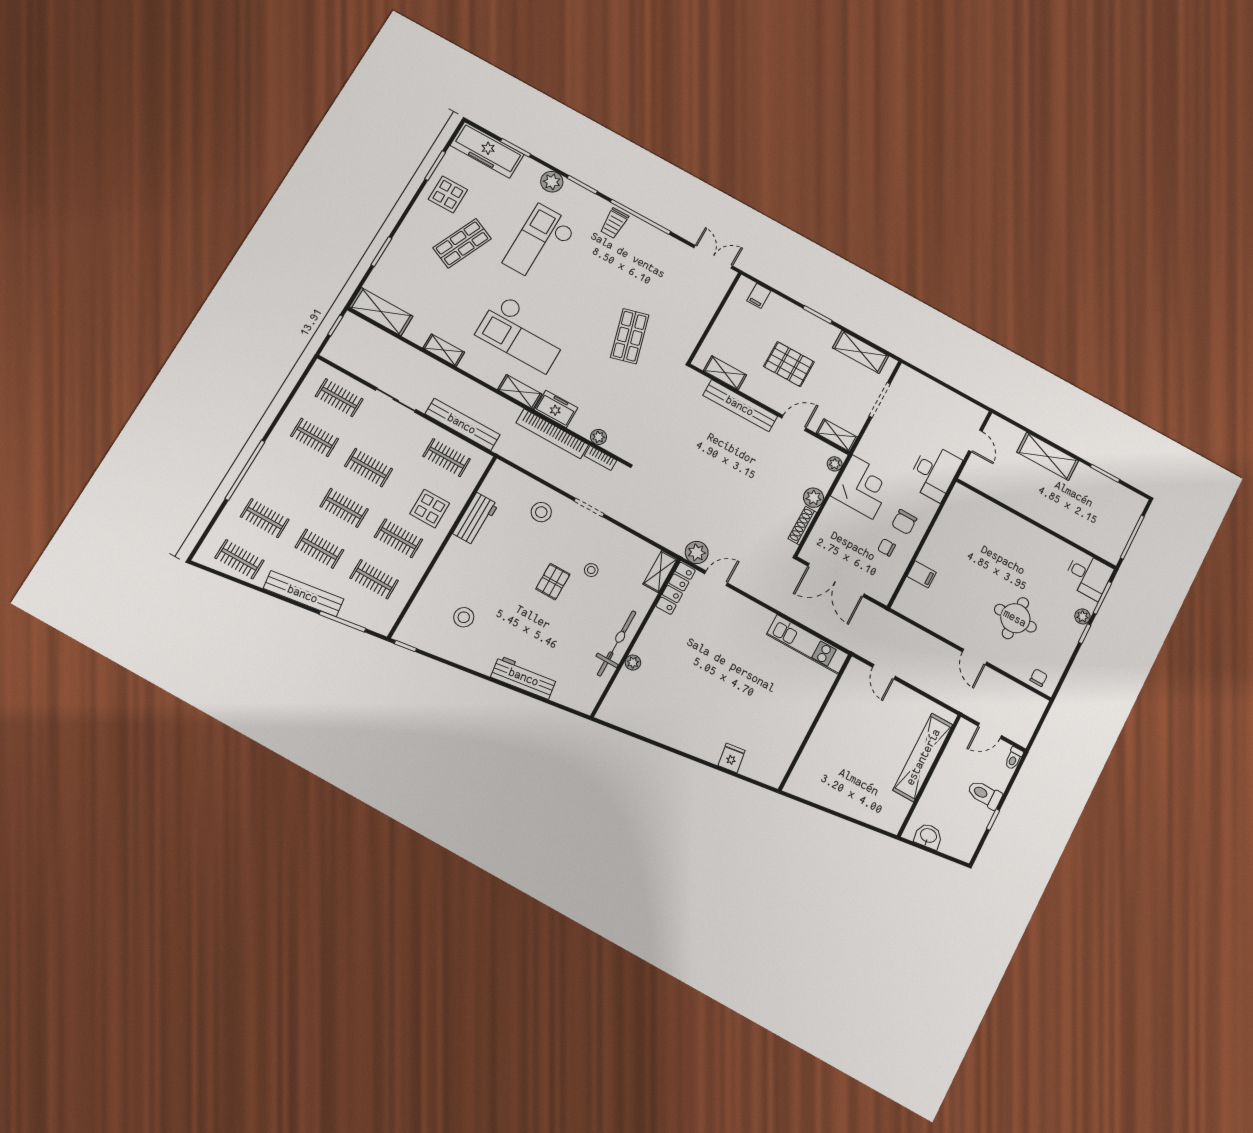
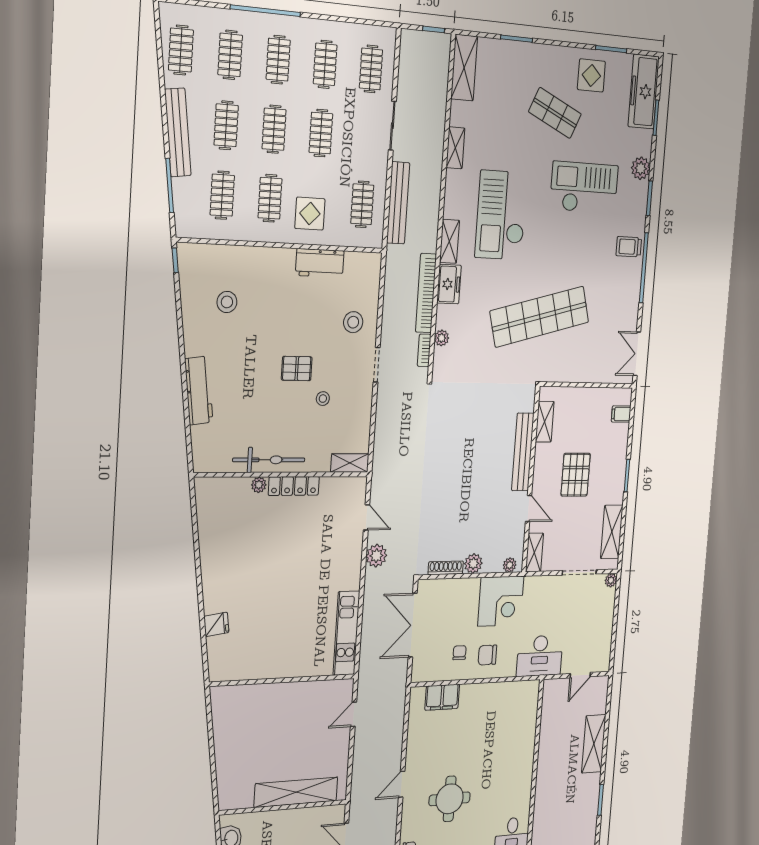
double door: (713, 257) -> (637, 354), swing flipped
shop shelf: (630, 336) -> (540, 317), width x2.00, depth x1.36
plant: (905, 372) -> (611, 580), added
clothes rail: (290, 478) -> (278, 60), added
plant: (697, 552) -> (376, 556), moved
filing cabinet: (922, 574) -> (442, 697), width x2.00
locker: (676, 588) -> (294, 486), moved

